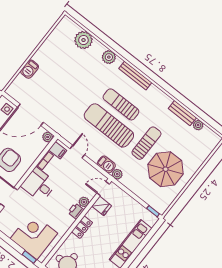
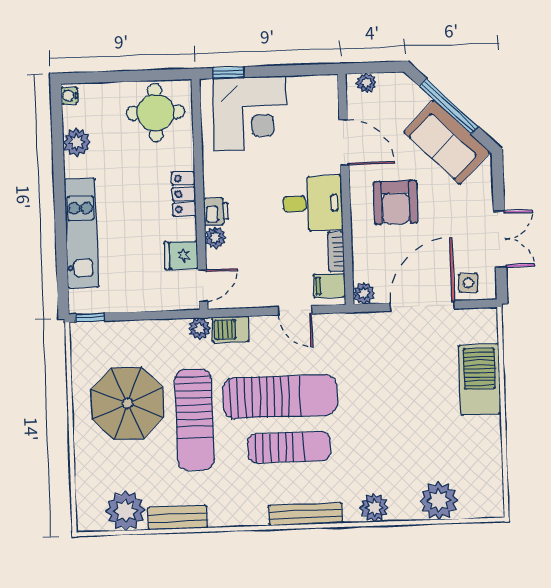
barbecue: (30, 69) -> (480, 379), width x1.88, depth x1.53
plant: (198, 125) -> (126, 511), width x1.87, depth x1.87
sun lounger: (146, 143) -> (195, 419), width x1.36, depth x1.34

